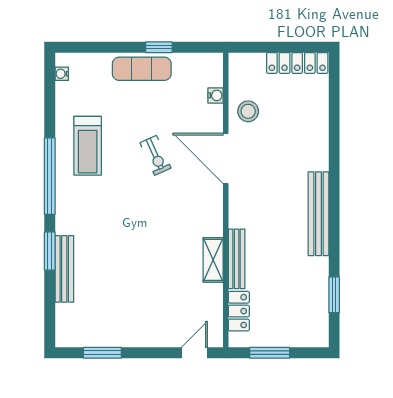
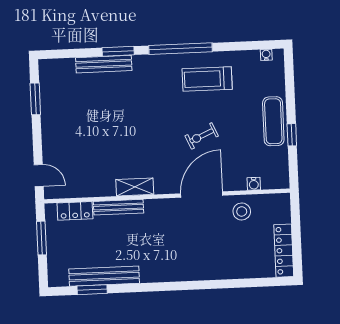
bench: (318, 214) -> (104, 276), moved
shelving: (213, 260) -> (135, 187), moved

